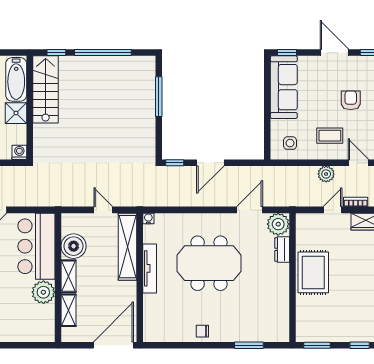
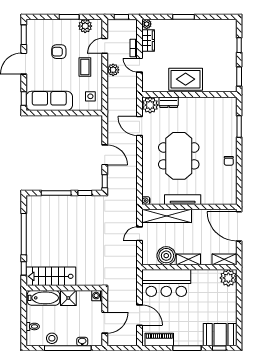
window: (159, 136) -> (85, 193), added
plant: (43, 292) -> (228, 278), moved
shelving: (69, 310) -> (224, 259), moved

